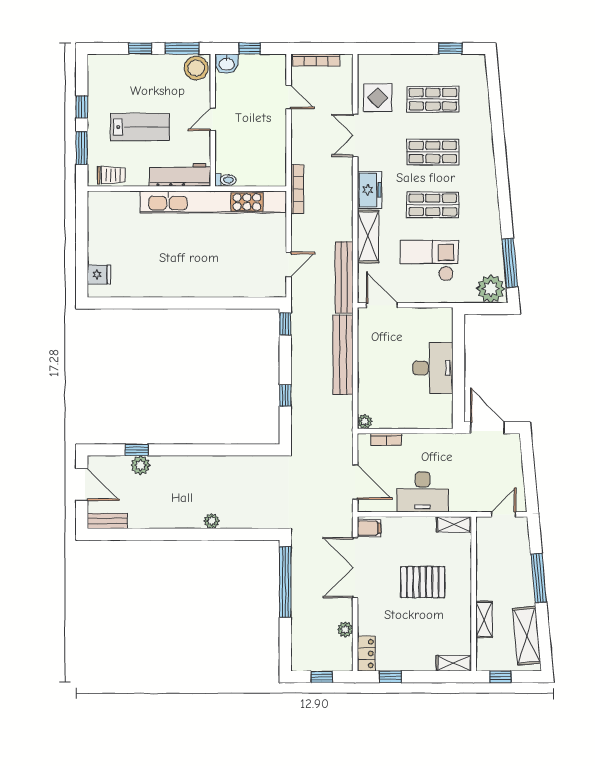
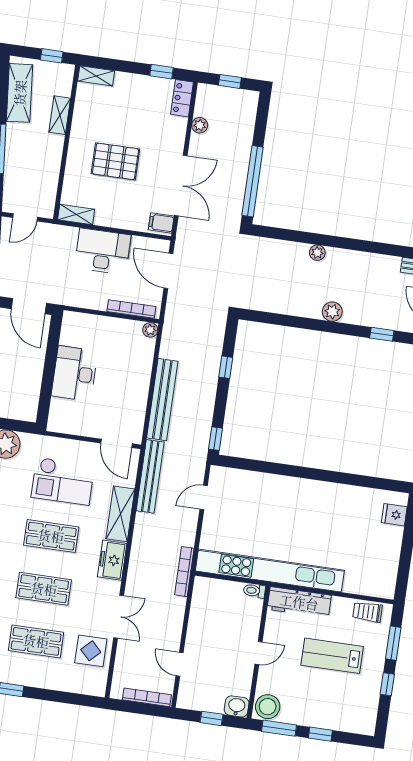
bookcase: (386, 439) -> (131, 309), width x1.56
plant: (140, 465) -> (332, 312), moved

